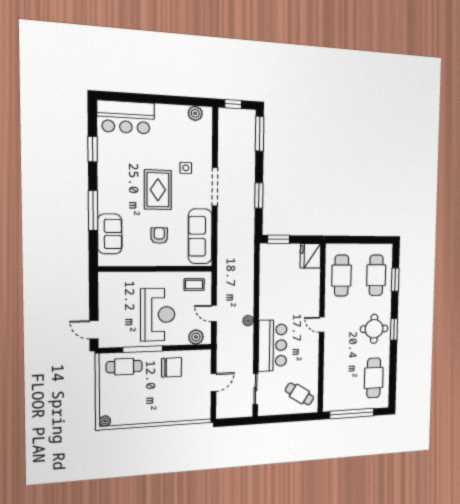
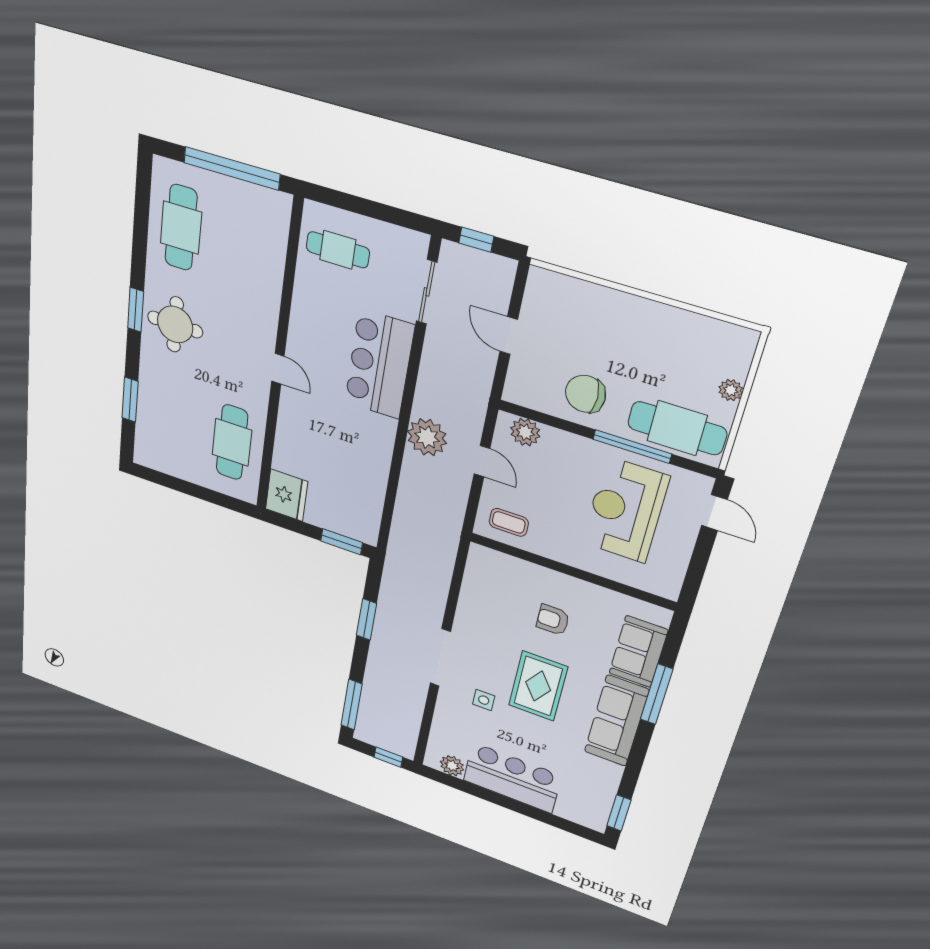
bar counter: (126, 117) -> (512, 778), moved
window: (93, 149) -> (619, 813), moved
armchair: (159, 236) -> (553, 620), turned 90
sofa: (200, 236) -> (616, 721), moved, turned 180
cafe table: (376, 275) -> (166, 420), removed
reception desk: (158, 315) -> (625, 510), moved
plant: (248, 321) -> (427, 437), width x1.87, depth x1.87
cafe table: (124, 367) -> (677, 428), width x1.37, depth x1.35
door: (214, 382) -> (509, 336), hinge flipped
cafe table: (299, 394) -> (338, 250), turned -33
plant: (105, 421) -> (731, 390), moved
window: (237, 422) -> (476, 240), added

